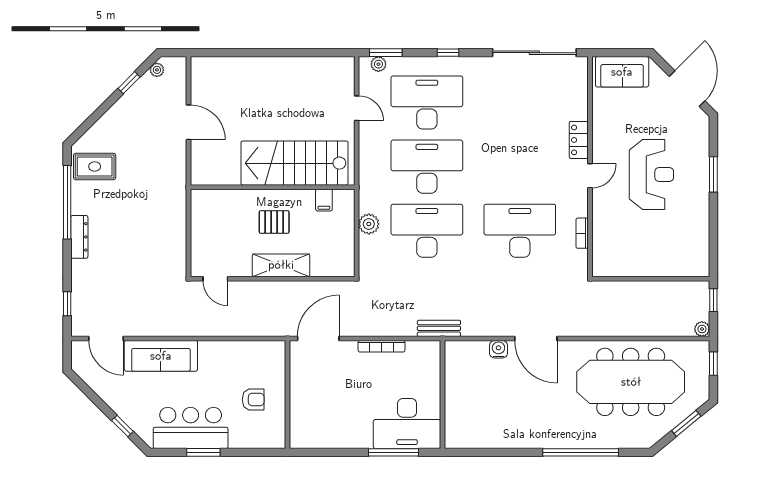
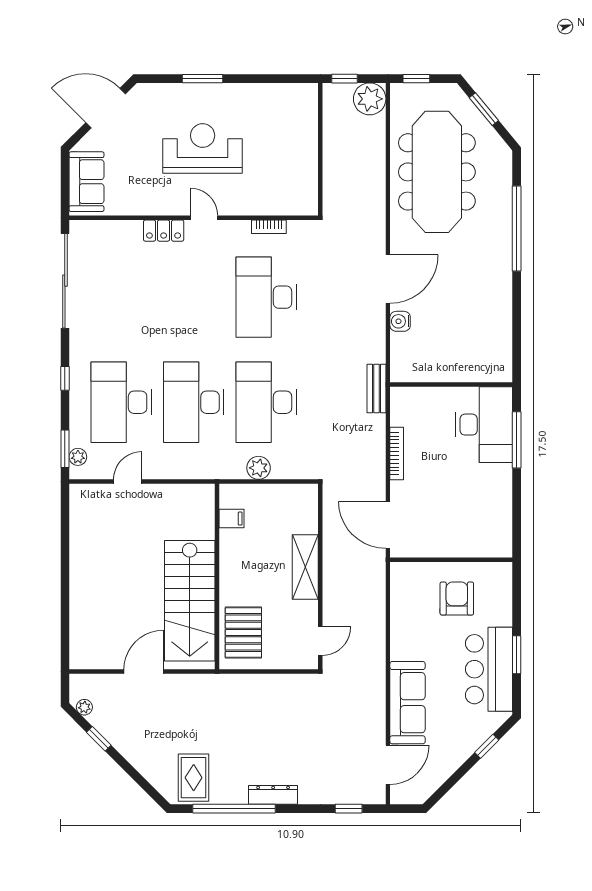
stairs: (295, 163) -> (190, 601), moved
pallet: (274, 222) -> (243, 632), moved, width x1.50, depth x1.42
plant: (702, 329) -> (370, 99), width x1.88, depth x1.88
armchair: (253, 400) -> (457, 599), width x1.38, depth x1.38

